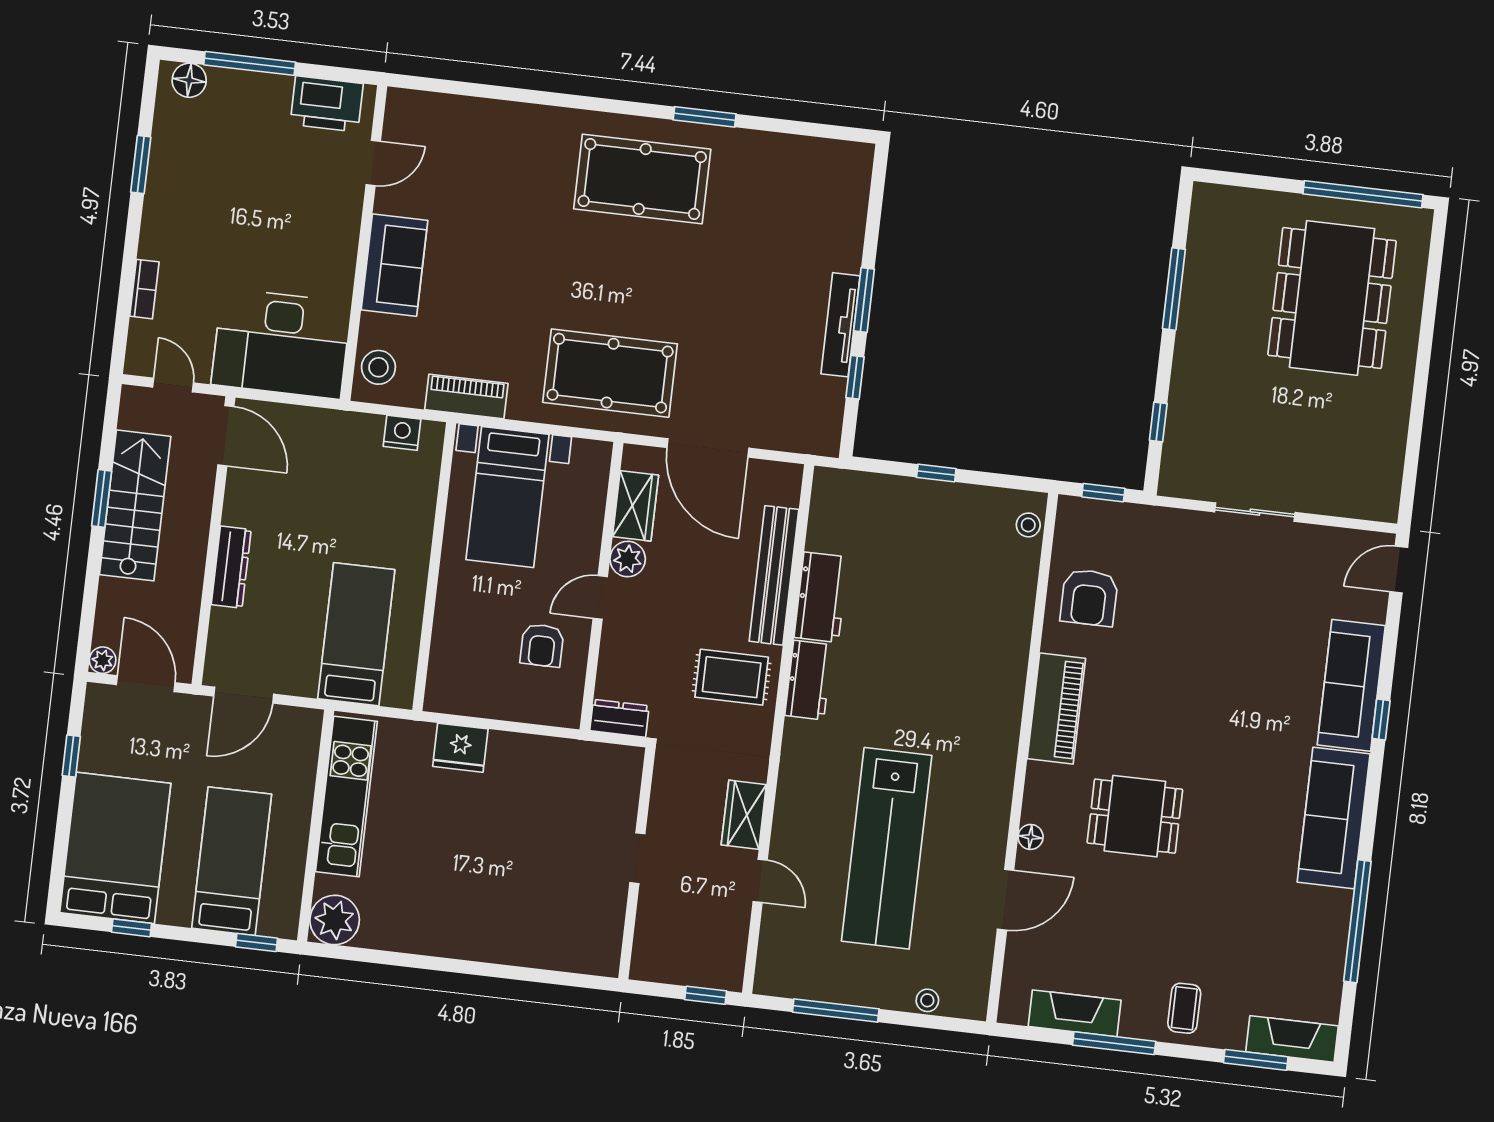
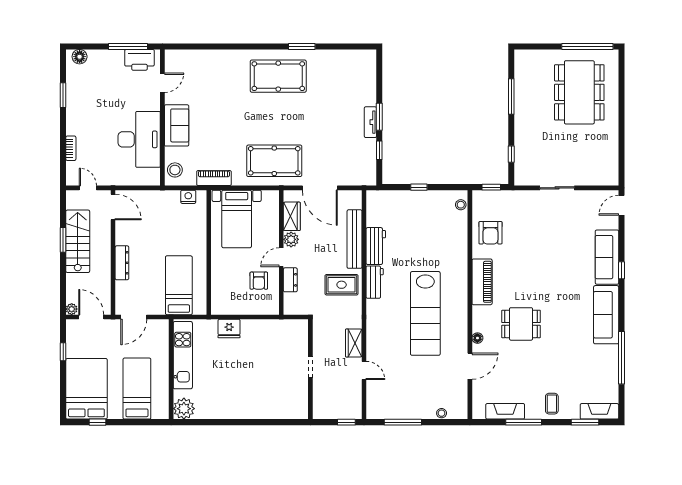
window: (250, 63) -> (128, 46), moved
tv unit: (840, 325) -> (370, 122), width x0.71
desk: (281, 343) -> (139, 139), moved, turned -90
dresser: (619, 718) -> (290, 280), moved, turned 90
lab bench: (887, 848) -> (425, 313), moved
window: (257, 942) -> (152, 422), removed

